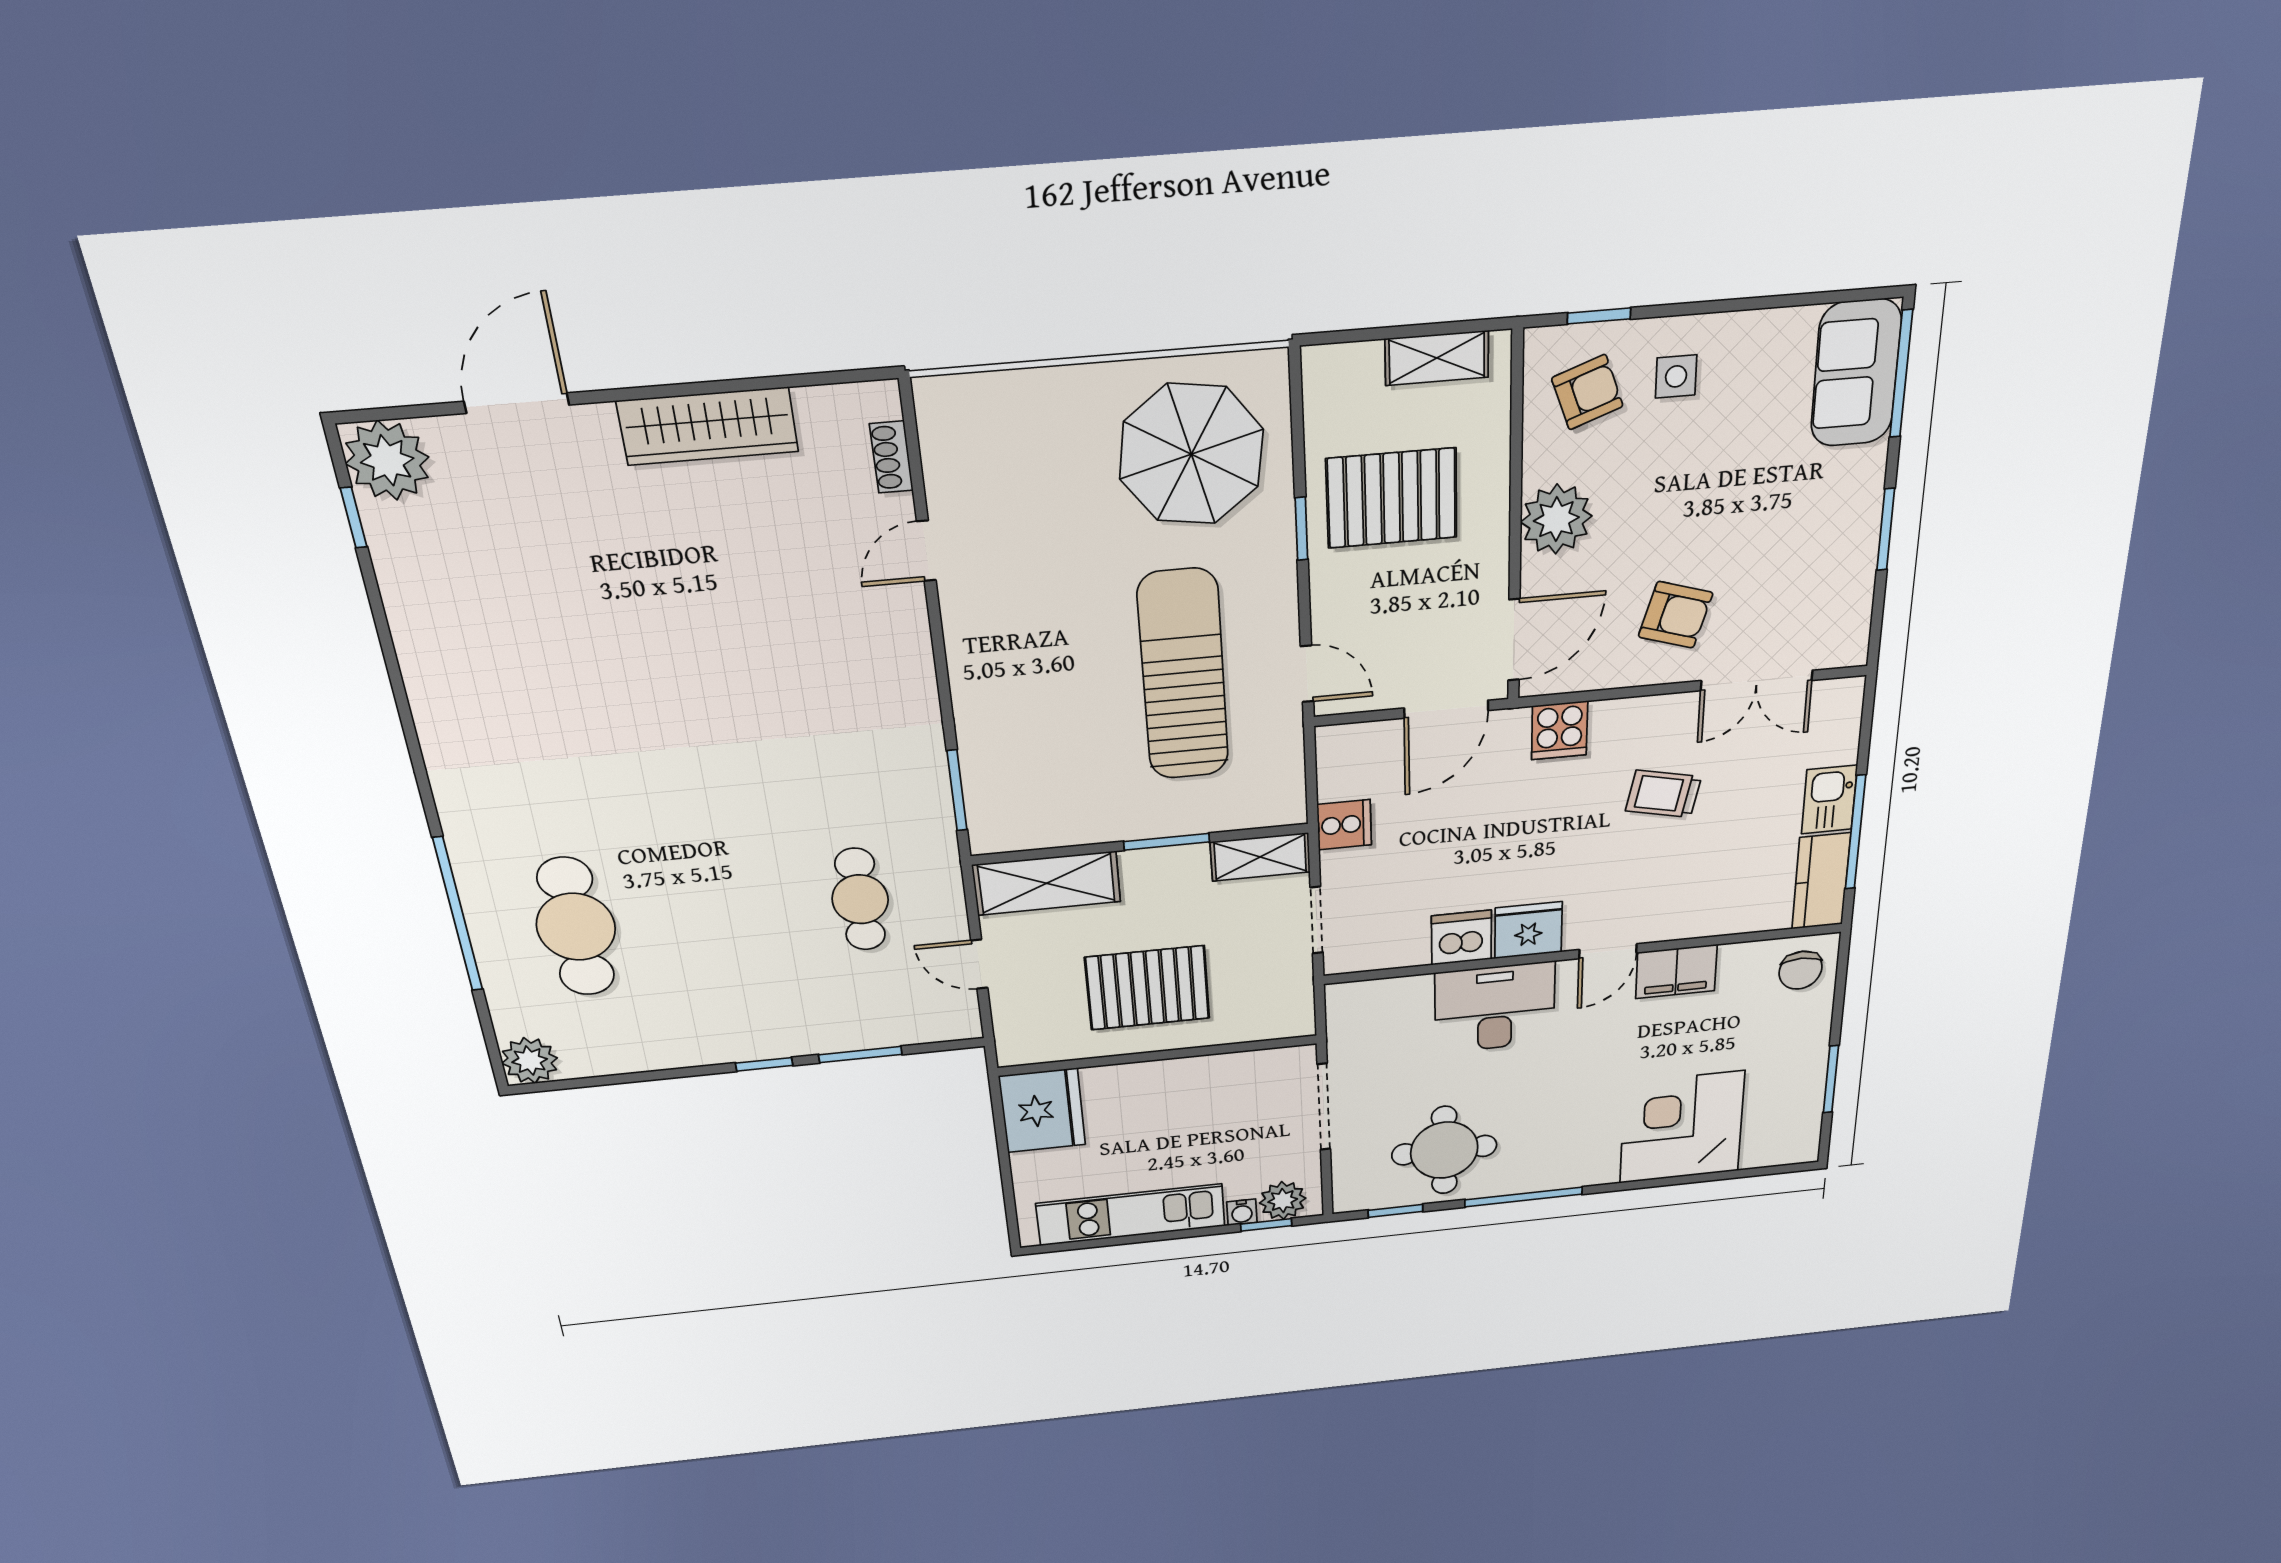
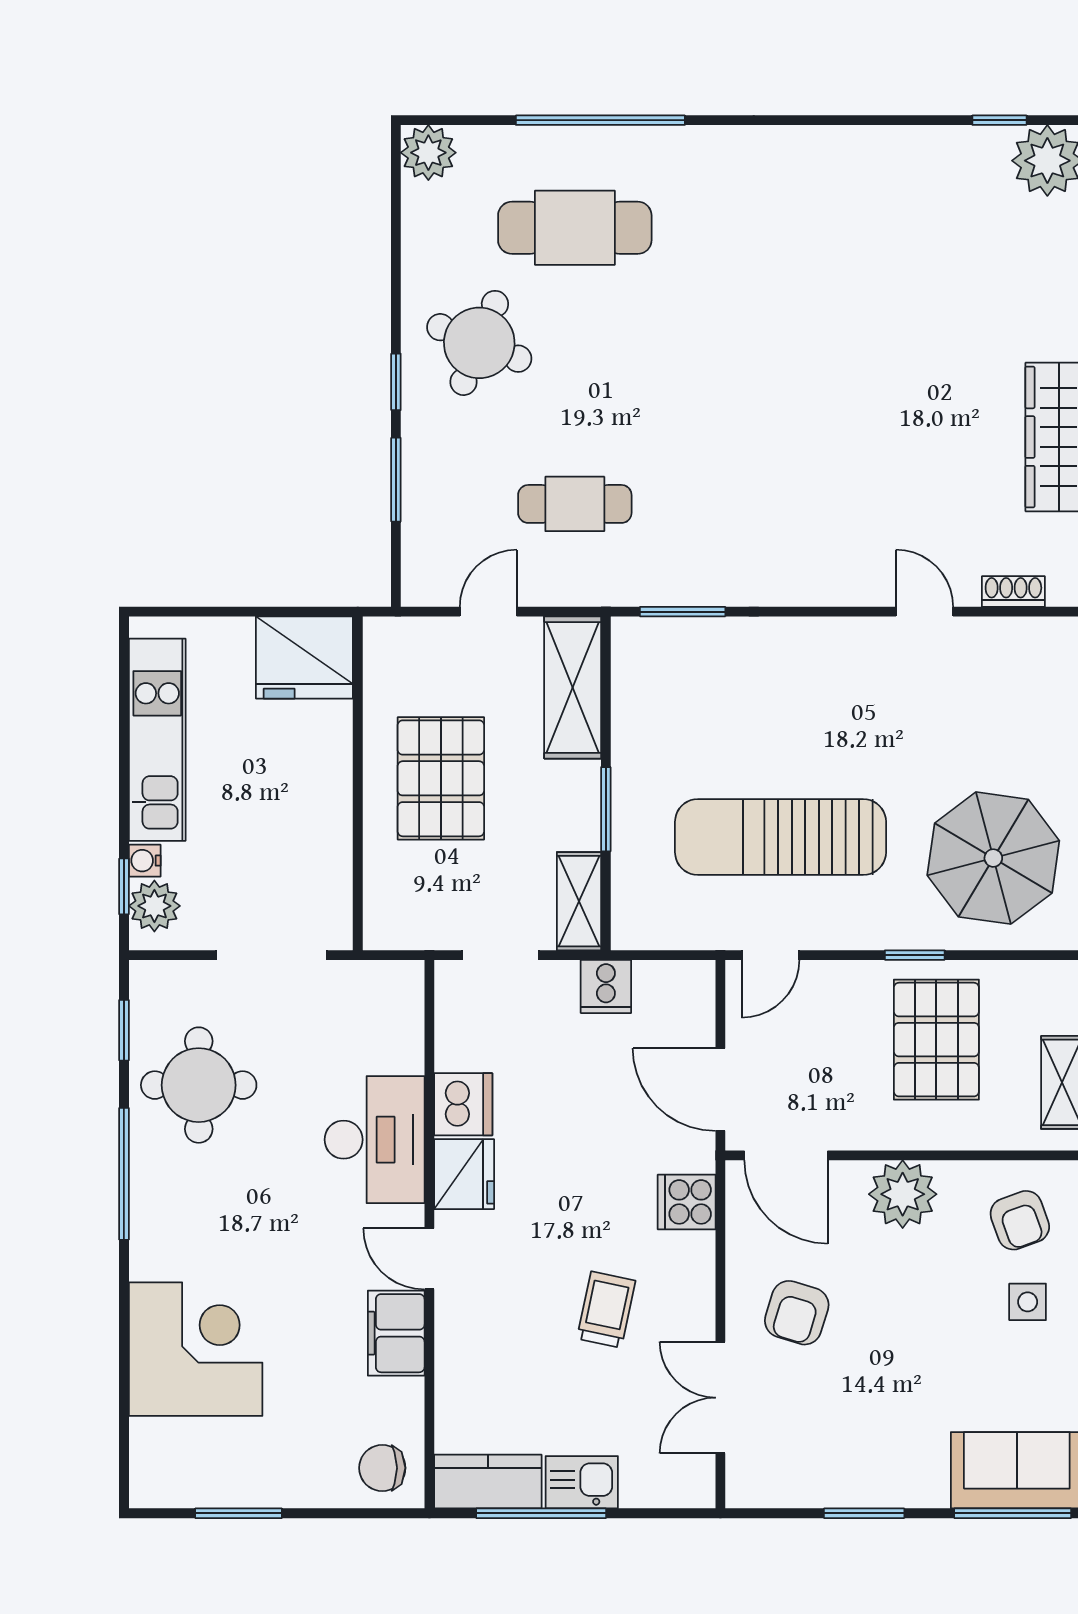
sun lounger: (1183, 675) -> (781, 837), turned 180
round table: (712, 999) -> (479, 343), added

